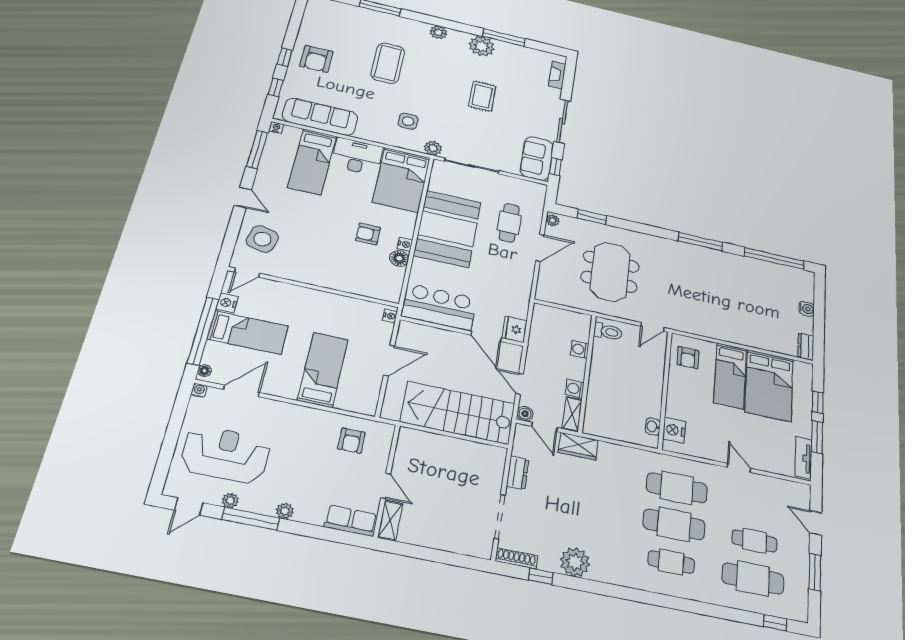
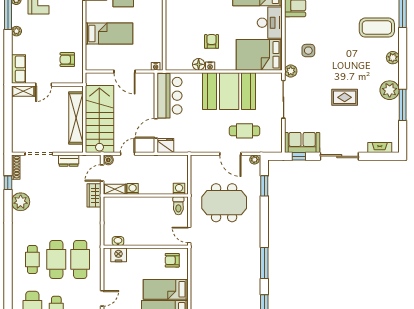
coffee table: (388, 63) -> (377, 28), moved
washing machine: (580, 349) -> (179, 189), moved
shelving: (450, 447) -> (76, 118), added

